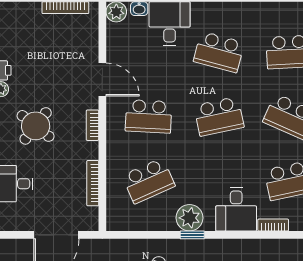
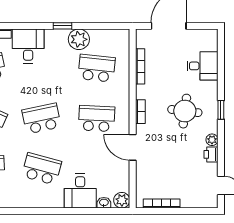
round table: (36, 126) -> (185, 111), turned -31
school desk: (149, 181) -> (97, 68), turned 30
plant: (190, 218) -> (79, 39), moved

